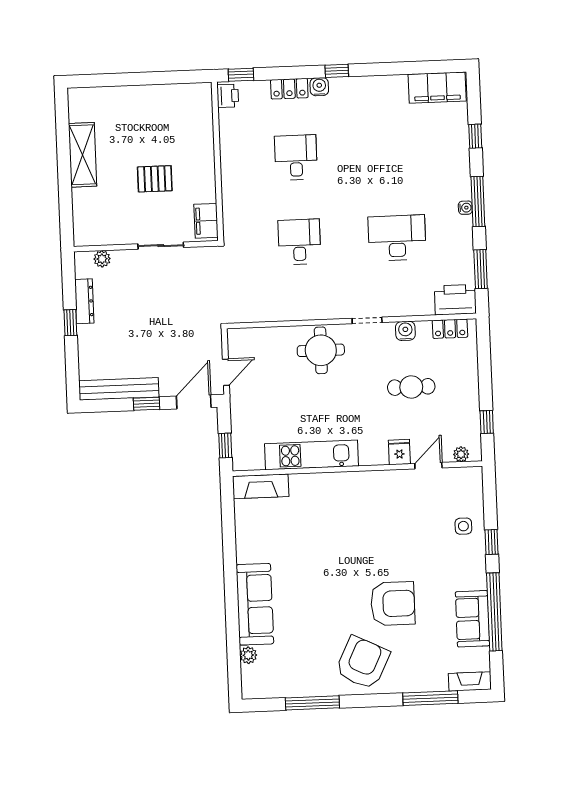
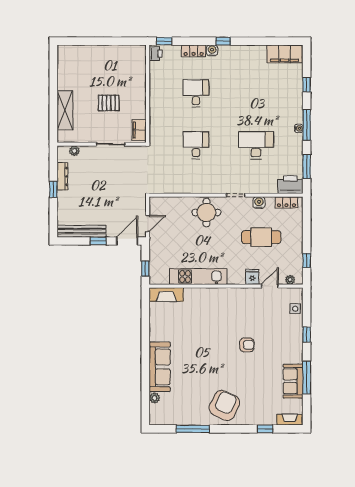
shelving: (83, 155) -> (65, 110), moved
cafe table: (411, 387) -> (261, 237), width x1.37, depth x1.35
side table: (463, 526) -> (295, 309), moved
armchair: (393, 604) -> (247, 345), moved, width x0.53, depth x0.53
window: (494, 612) -> (307, 378), width x0.68
window: (430, 698) -> (265, 429), width x0.46

